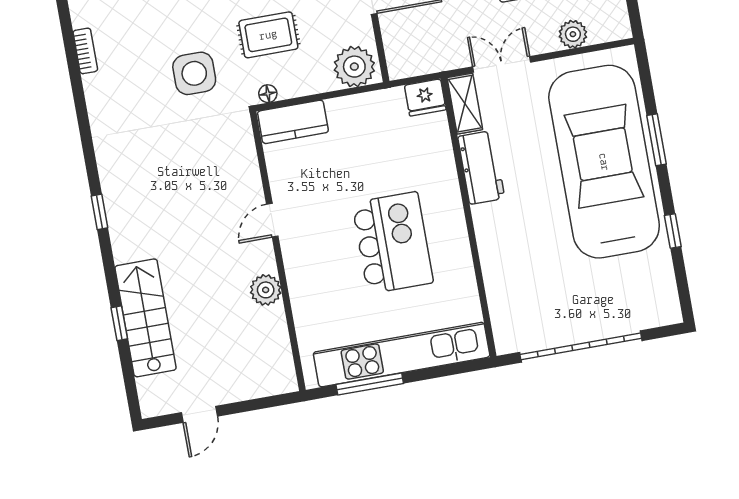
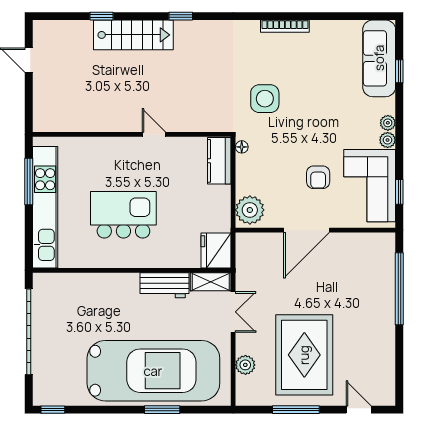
rug: (268, 35) -> (282, 155), removed
bookcase: (85, 51) -> (285, 26), width x1.56
fridge: (425, 97) -> (216, 250), width x1.36, depth x1.34
window: (673, 231) -> (53, 410), moved
kitchen island: (393, 243) -> (123, 215), turned 180
plant: (266, 290) -> (106, 121), removed
stairs: (146, 318) -> (133, 35), moved

